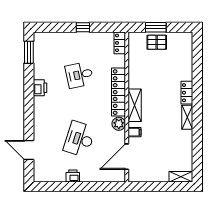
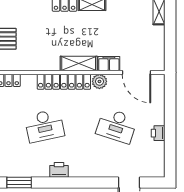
desk: (79, 75) -> (44, 126), width x1.37
filing cabinet: (135, 132) -> (109, 64), width x2.00

